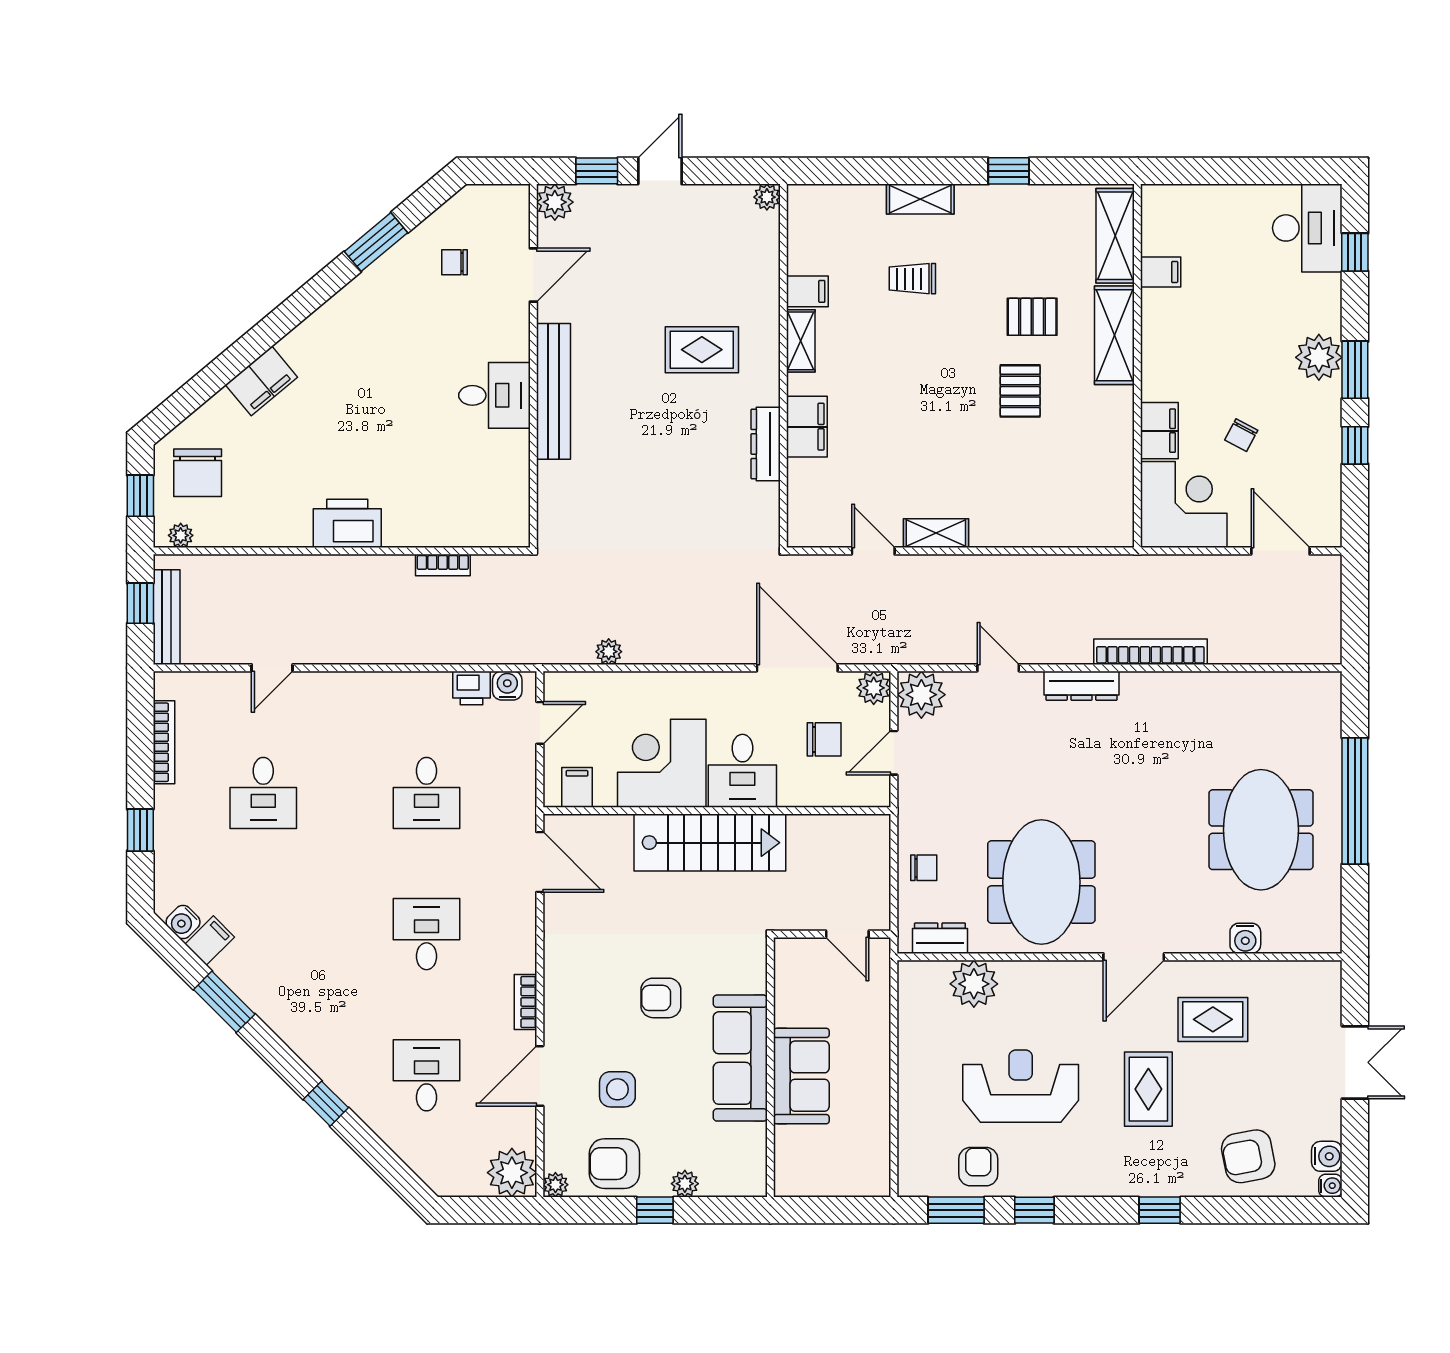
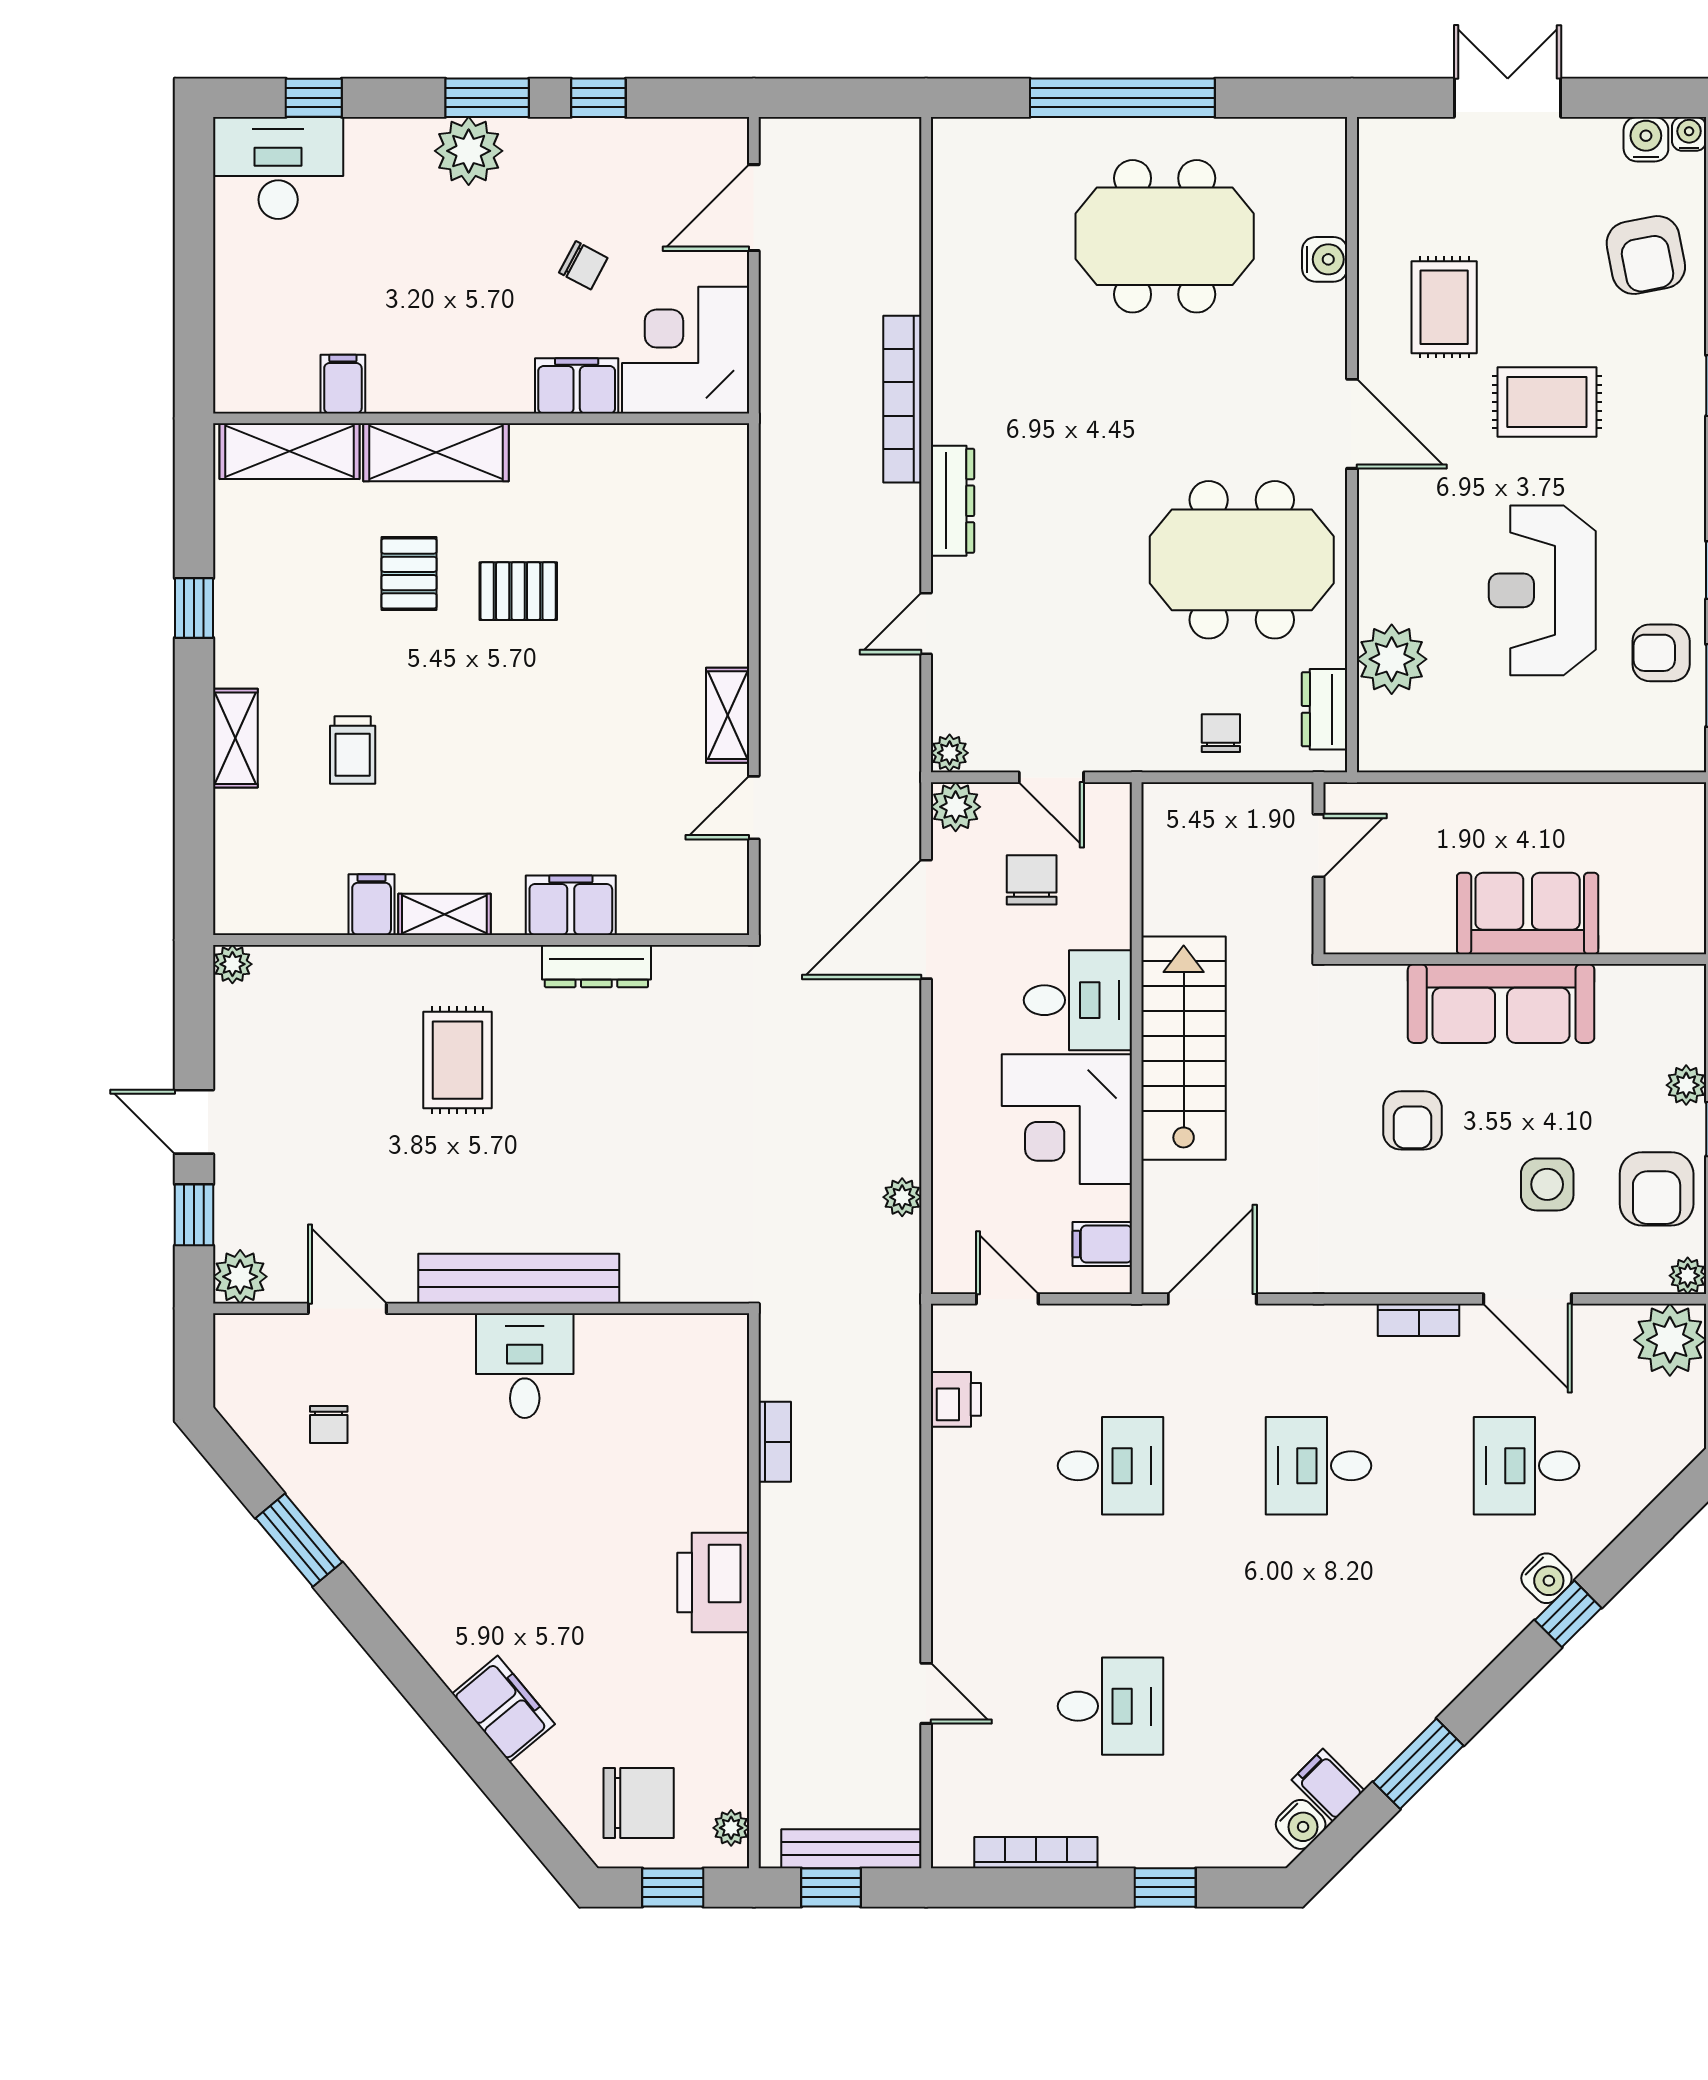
water cooler: (507, 686) -> (1546, 1578), moved, turned -135
plant: (921, 695) -> (950, 753), width x0.53, depth x0.53

